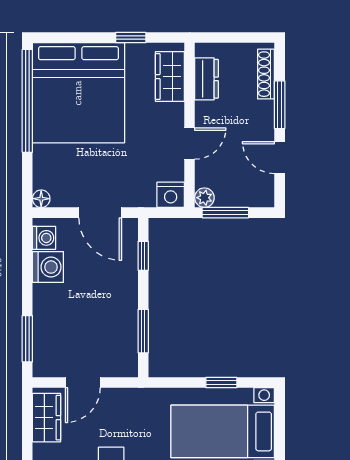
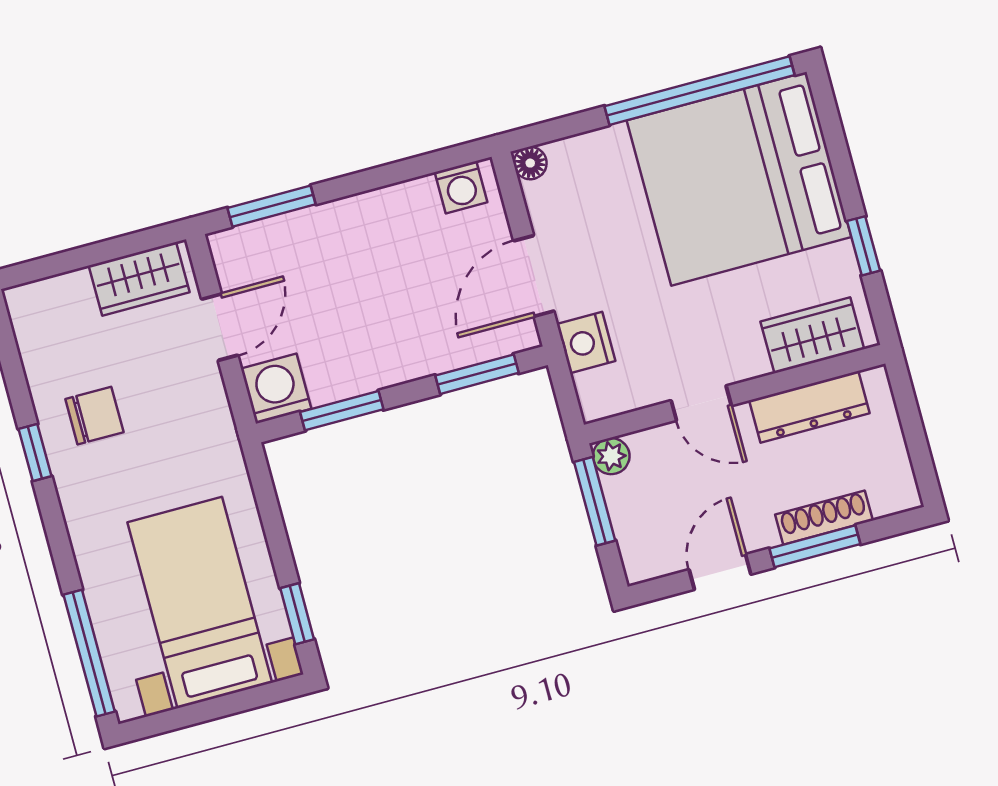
shoe rack: (266, 74) -> (824, 518), moved
dresser: (207, 79) -> (809, 407), width x1.44
nightstand: (171, 195) -> (586, 342), moved
window: (143, 256) -> (477, 374), width x1.50
washing machine: (48, 267) -> (276, 389), moved, turned 180
door: (83, 383) -> (220, 327), swing flipped
window: (221, 383) -> (297, 614), moved

